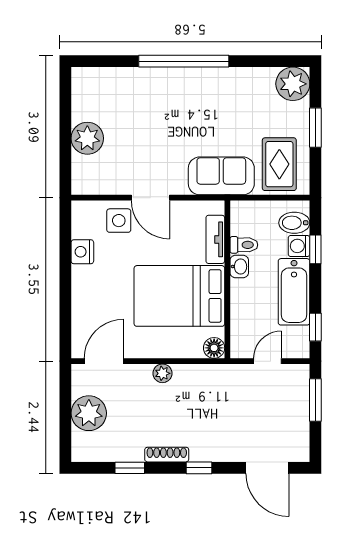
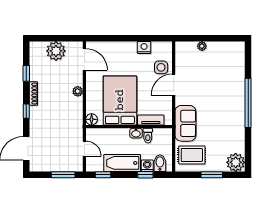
plant: (87, 138) -> (202, 46), width x0.53, depth x0.53

